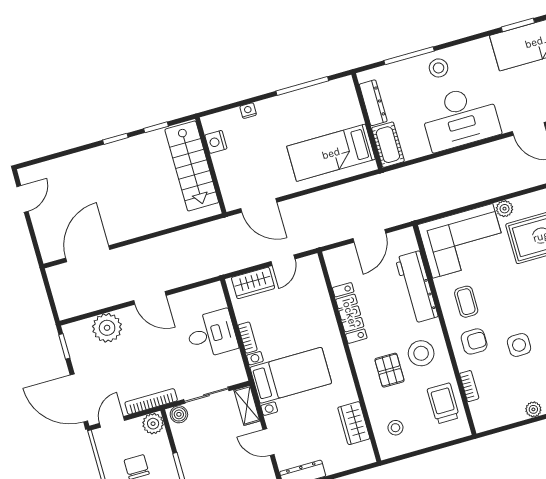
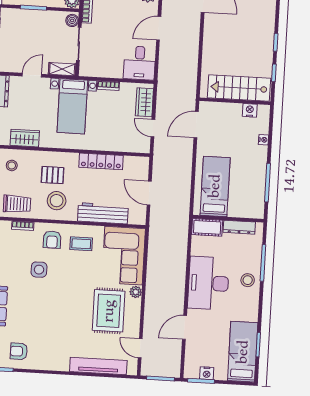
desk: (212, 334) -> (140, 63), moved

